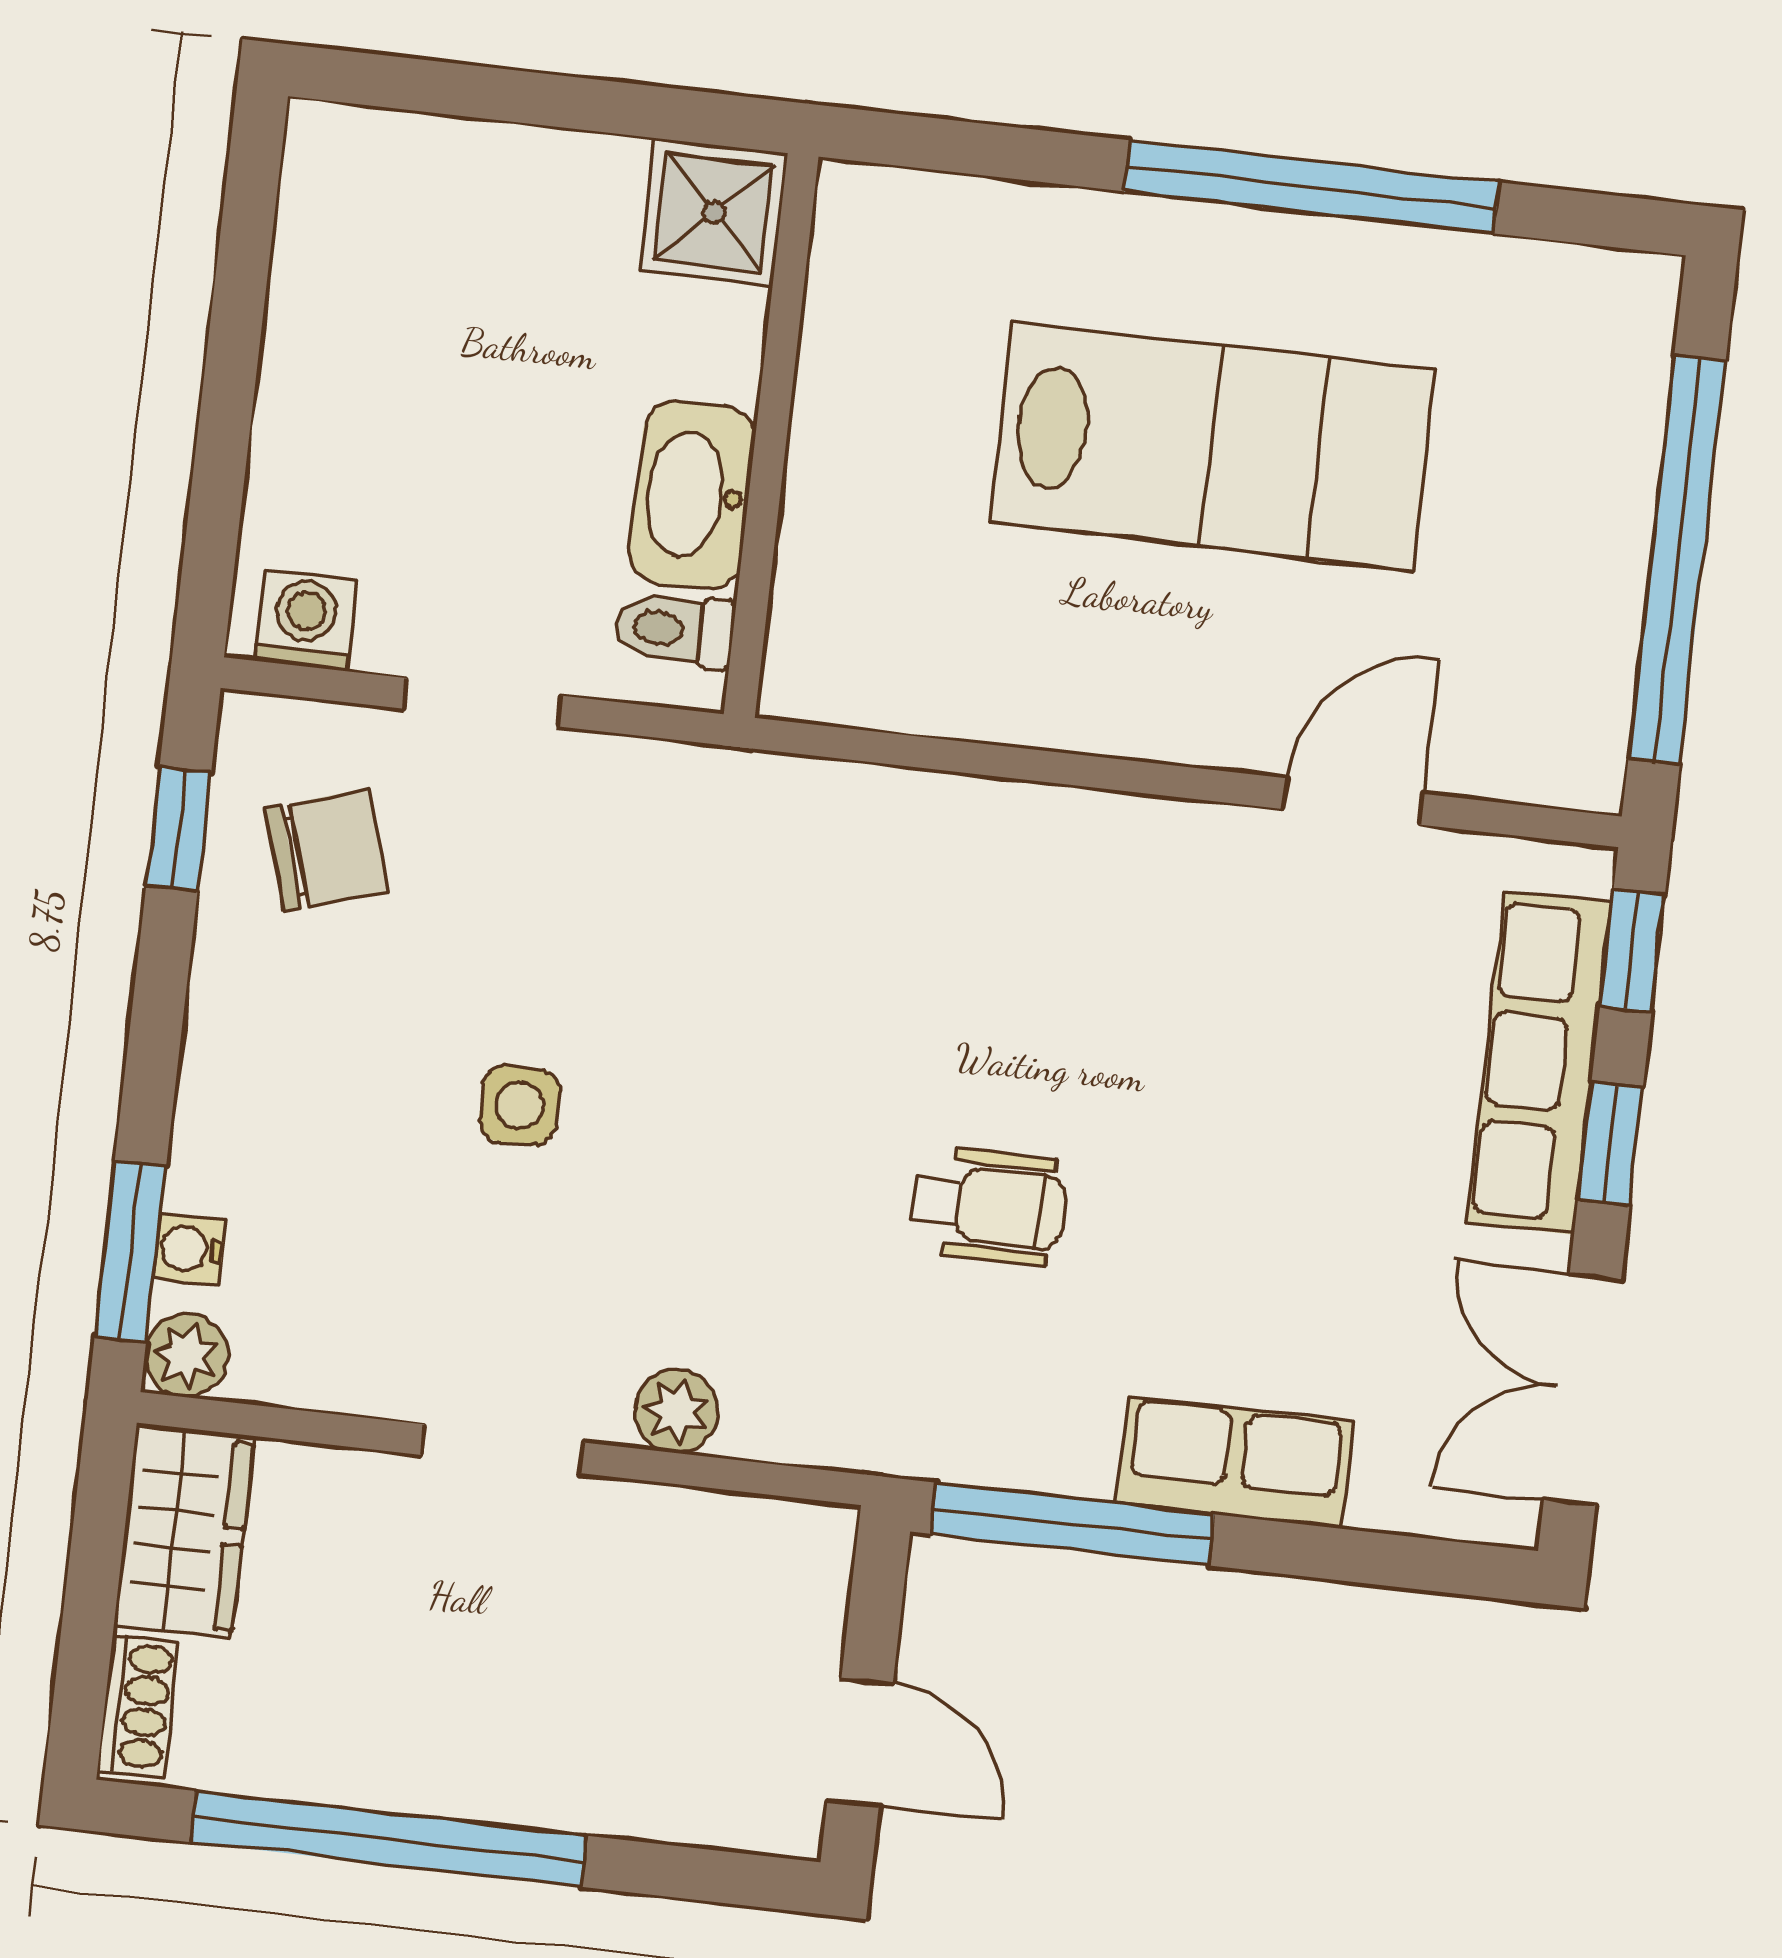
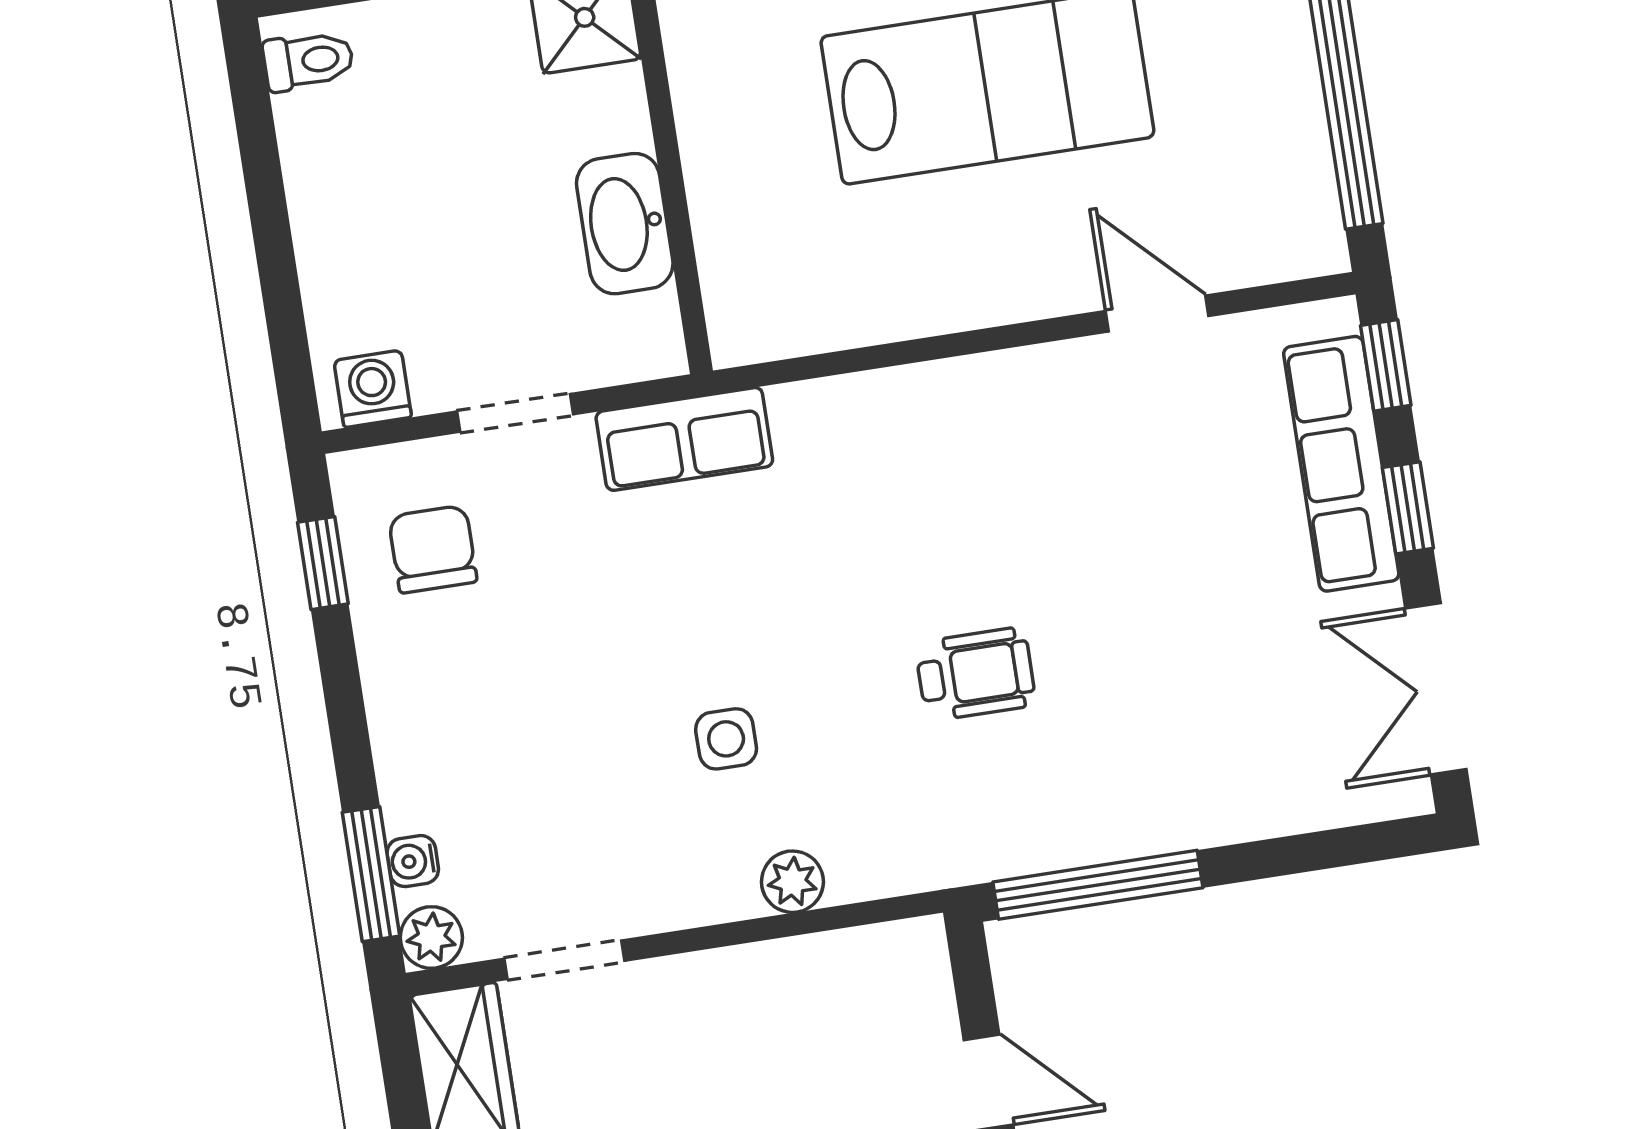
toilet: (674, 630) -> (308, 61), moved, turned 180
door: (1353, 801) -> (1157, 314), hinge flipped
chair: (327, 850) -> (433, 549), turned -72
side table: (520, 1105) -> (726, 739), moved
doorway: (502, 1449) -> (564, 960), moved
row of seats: (1235, 1462) -> (684, 439), moved, turned 180

